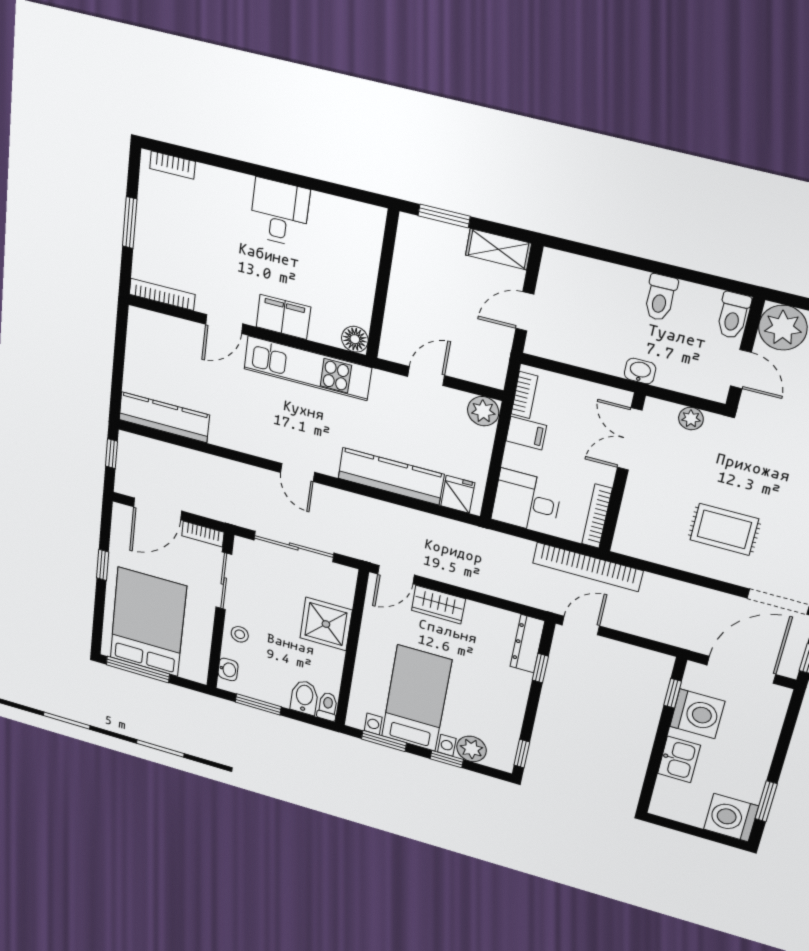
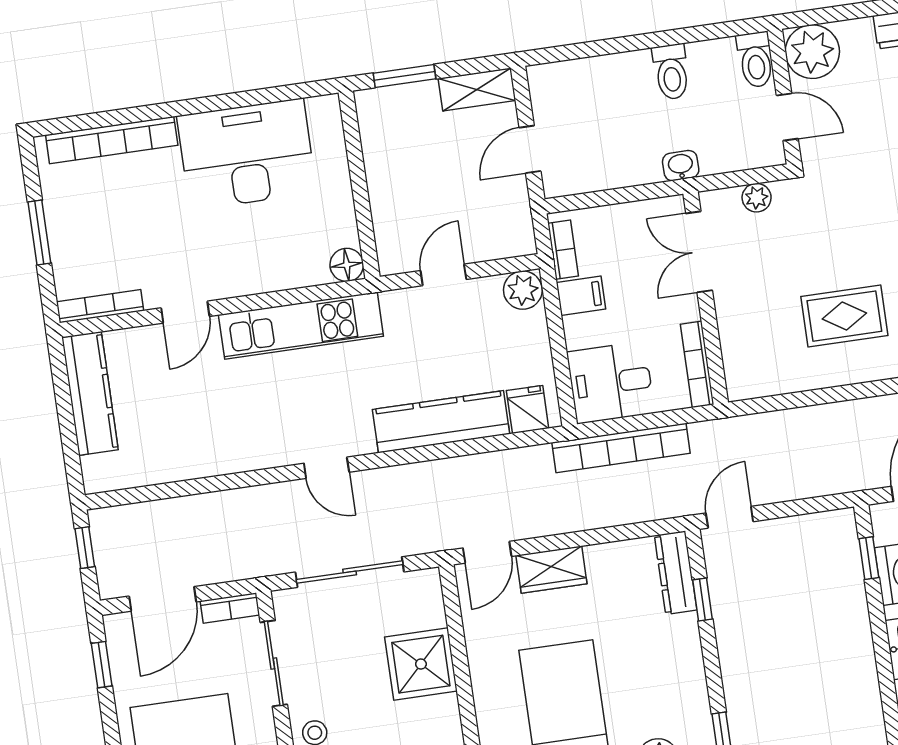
bookcase: (172, 165) -> (112, 140), width x2.31, depth x1.31
desk: (280, 212) -> (247, 154), width x1.87, depth x1.30
filing cabinet: (283, 317) -> (254, 273), removed
kitchen counter: (164, 417) -> (90, 394), moved, turned 90
window: (103, 565) -> (102, 665), moved
bookcase: (588, 567) -> (621, 448), moved

